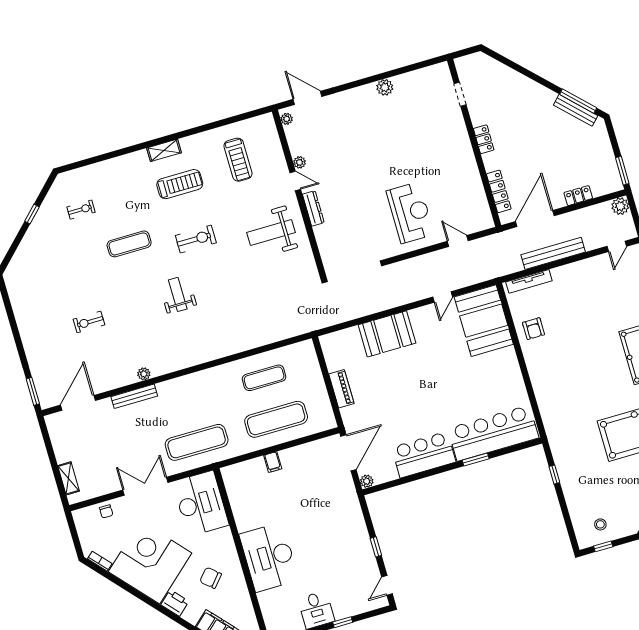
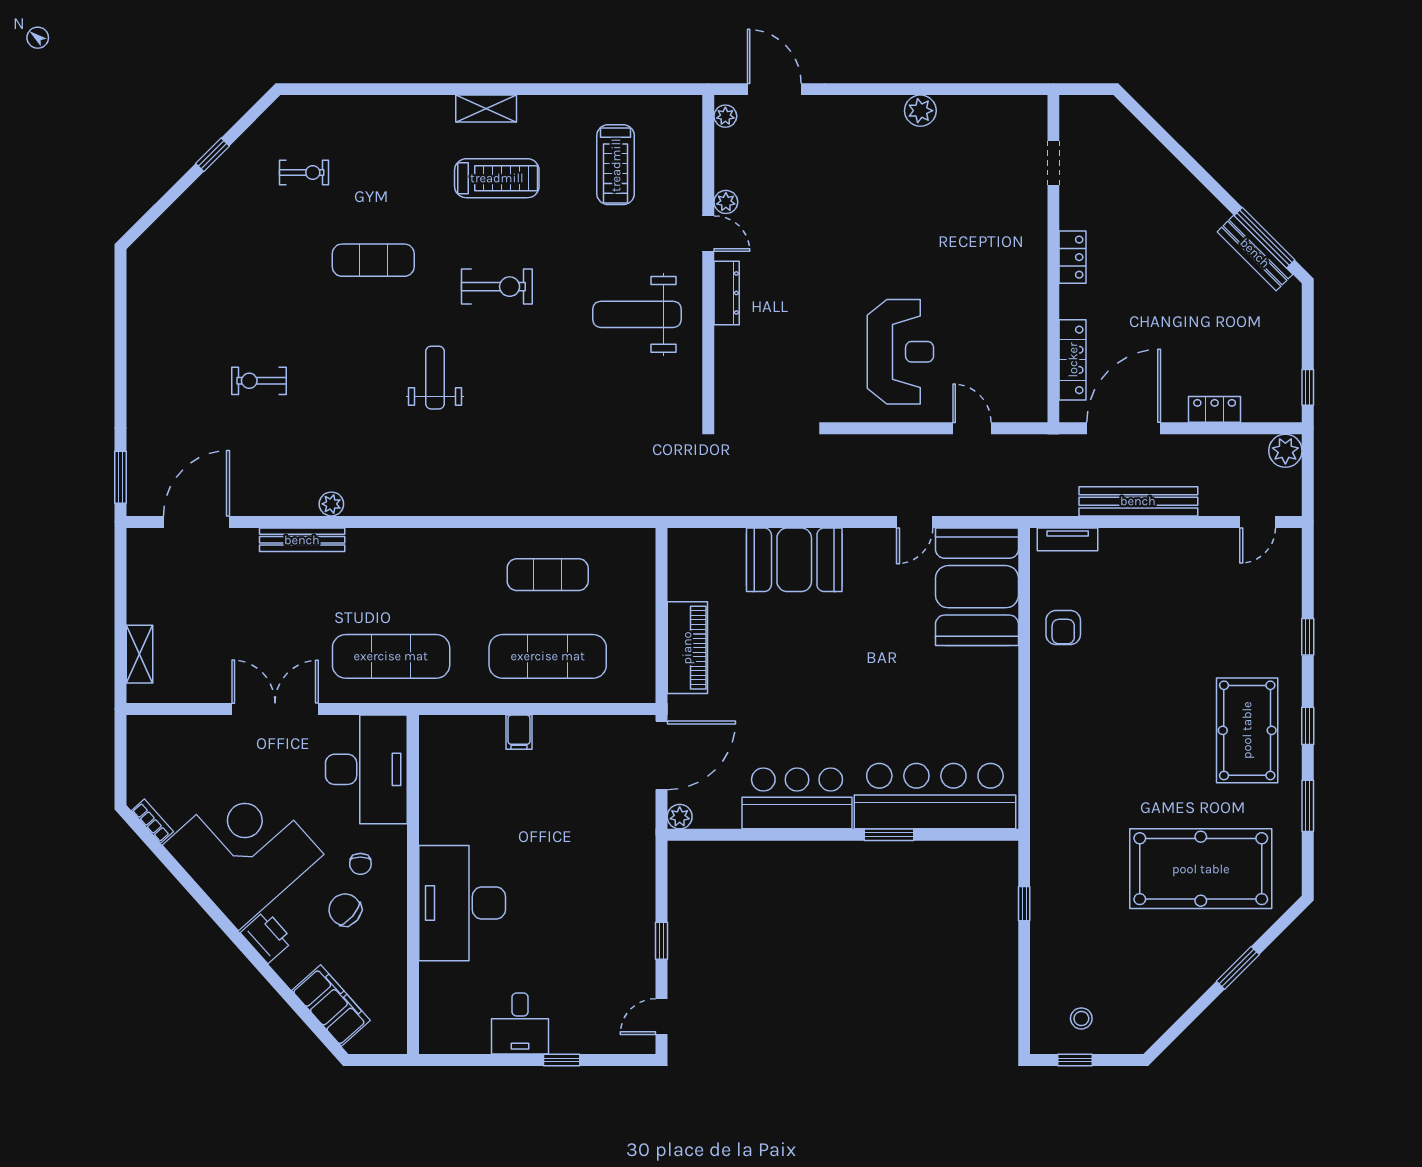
window: (622, 171) -> (1308, 387), width x0.67
tv unit: (529, 281) -> (1068, 539), width x0.71
piano: (341, 389) -> (687, 648), width x1.37, depth x1.33
chair: (106, 511) -> (360, 864), moved

